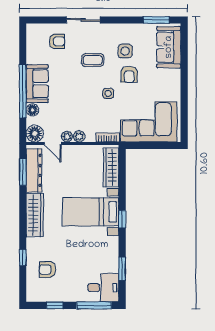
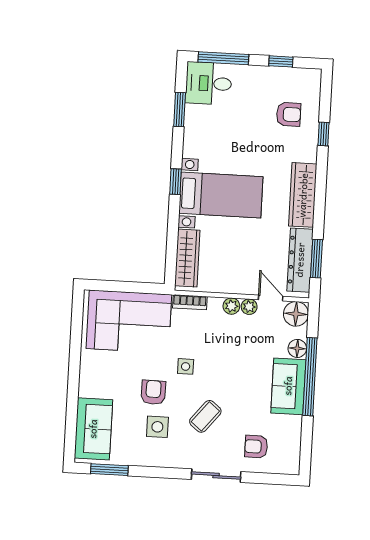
coffee table: (93, 60) -> (205, 416), turned -51

